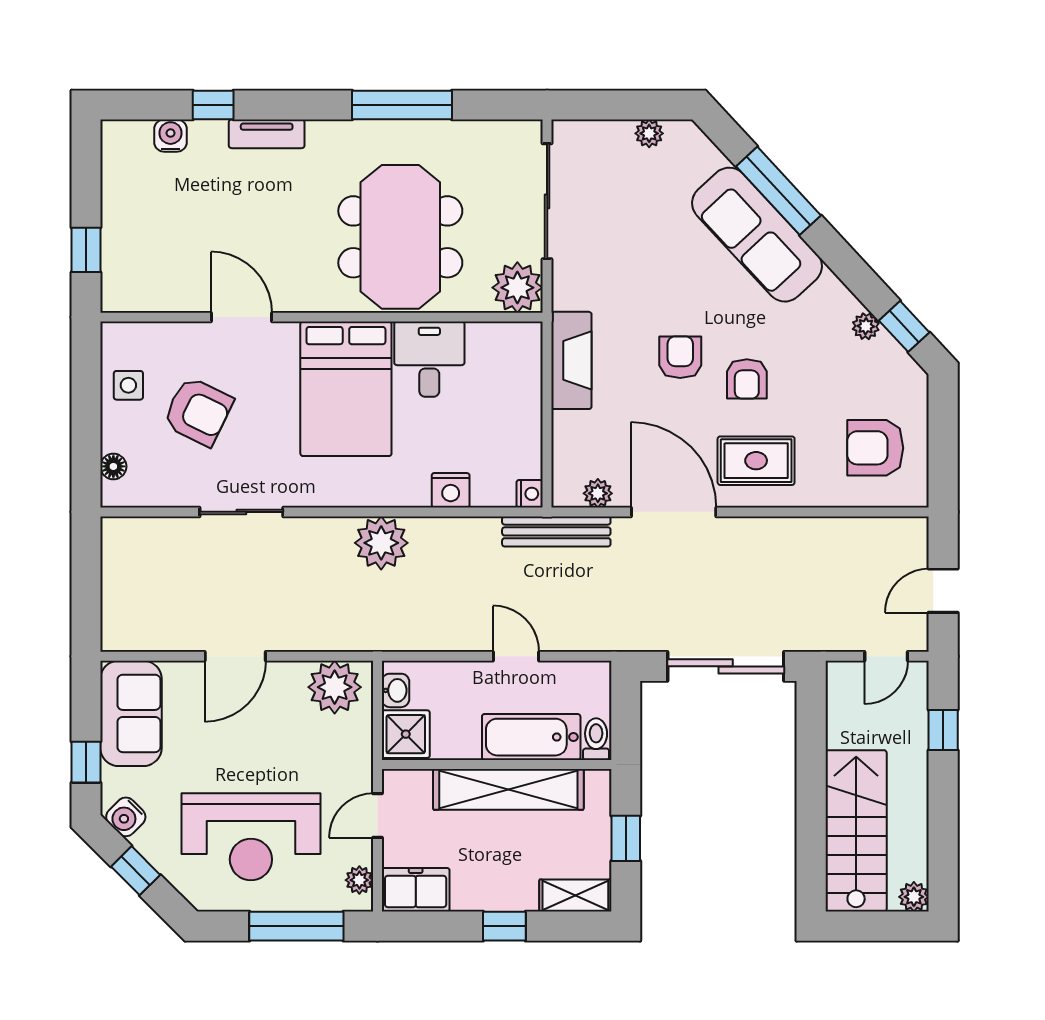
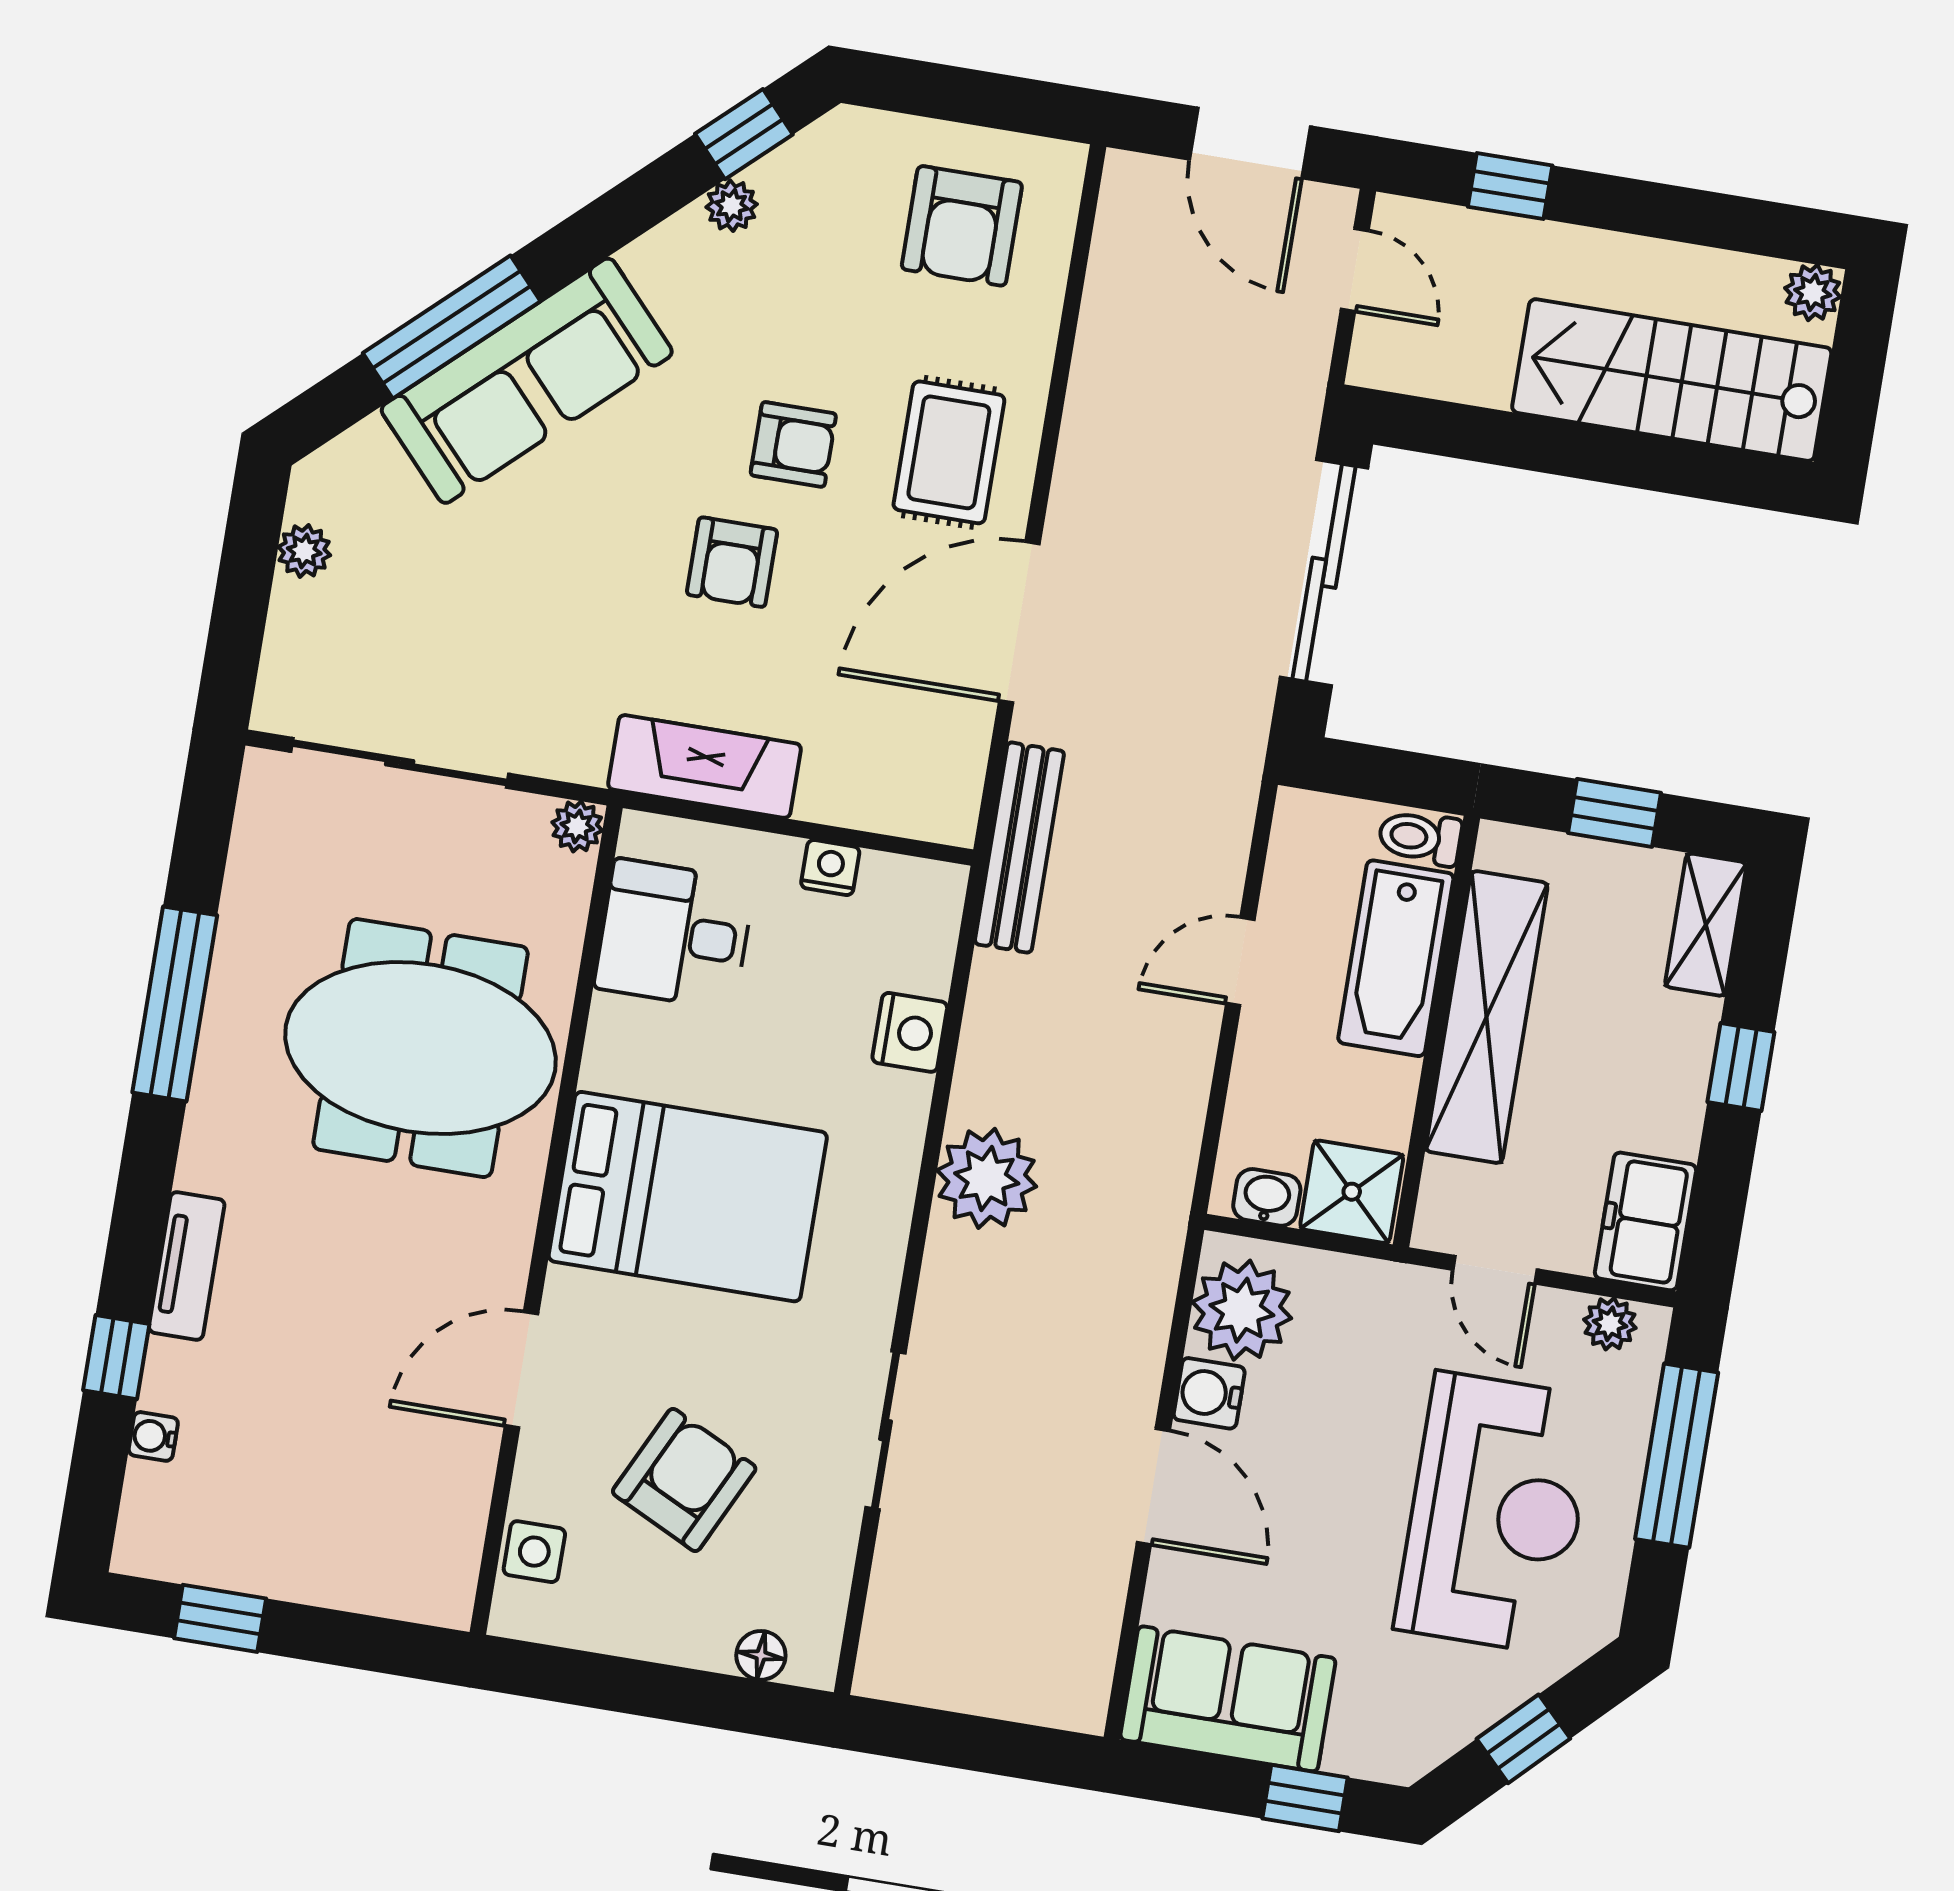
water cooler: (171, 136) -> (153, 1436), width x0.72, depth x0.72
window: (86, 250) -> (220, 1618), moved
plant: (517, 288) -> (577, 826), width x0.53, depth x0.53
armchair: (680, 357) -> (732, 562), turned -90
desk: (429, 359) -> (674, 934), moved
side table: (128, 385) -> (534, 1552), moved
plant: (598, 493) -> (961, 758), removed
nightstand: (530, 494) -> (830, 867), moved
door: (943, 591) -> (1250, 143), width x1.38
water cooler: (126, 817) -> (1209, 1393), moved, turned 135

